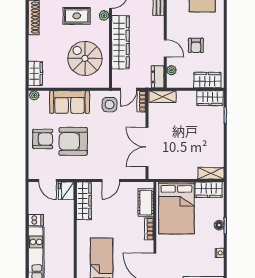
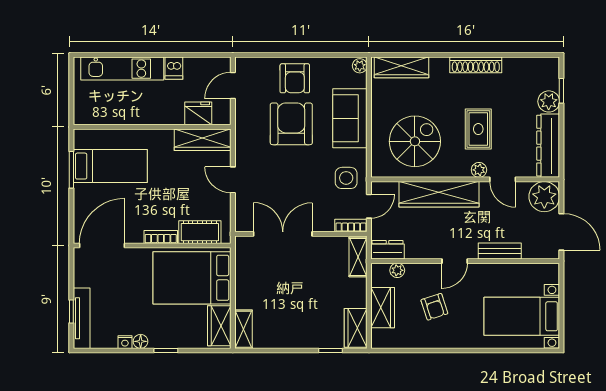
armchair: (196, 45) -> (434, 307), turned -108
door: (165, 48) -> (455, 261), moved
wardrobe: (35, 73) -> (401, 67), width x1.50
wardrobe: (207, 80) -> (383, 308), moved
door: (128, 89) -> (369, 206), swing flipped
fridge: (66, 191) -> (198, 113), moved
floor lamp: (219, 225) -> (141, 341), moved

